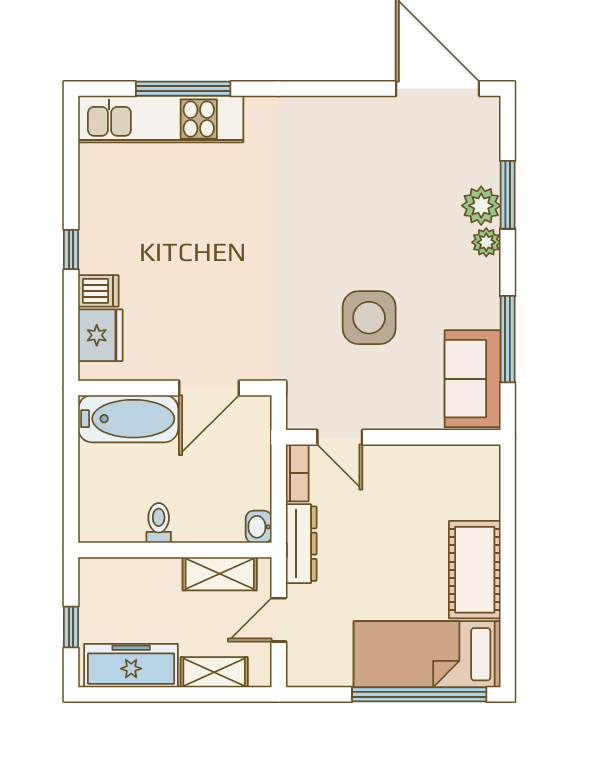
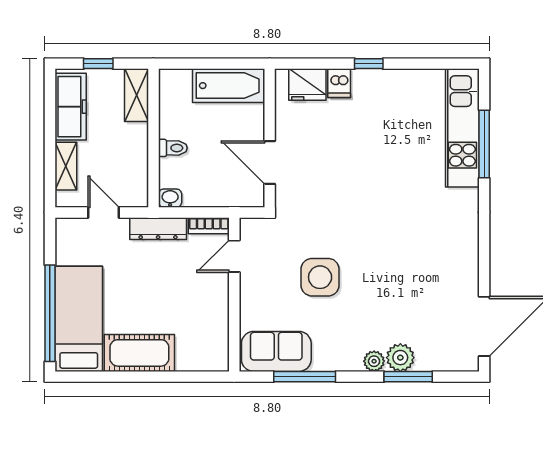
bathtub: (128, 419) -> (229, 86), moved, turned -90
toilet: (159, 523) -> (173, 148), moved
shelving: (220, 574) -> (136, 95), moved

